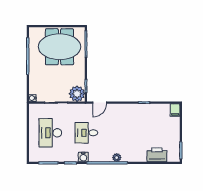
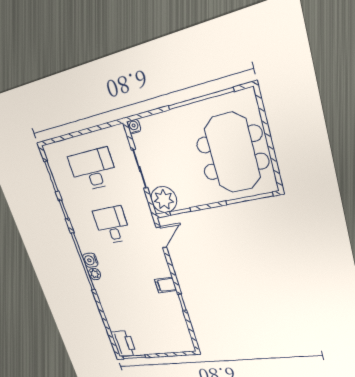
door: (100, 103) -> (161, 237), swing flipped
filing cabinet: (175, 110) -> (166, 285), moved
printer: (157, 155) -> (124, 344), moved
water cooler: (83, 157) -> (90, 260), moved

